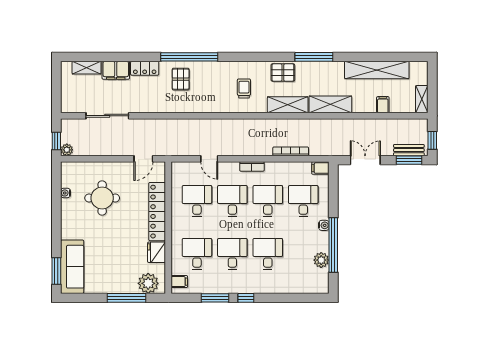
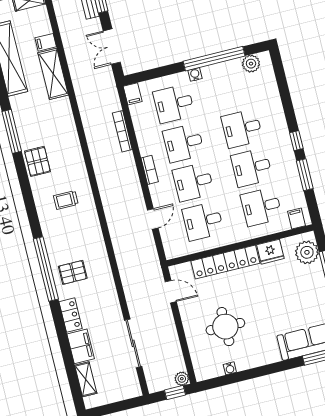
shelving: (330, 104) -> (53, 74), moved
shelving: (288, 105) -> (72, 147), removed
plant: (321, 260) -> (251, 64), moved

